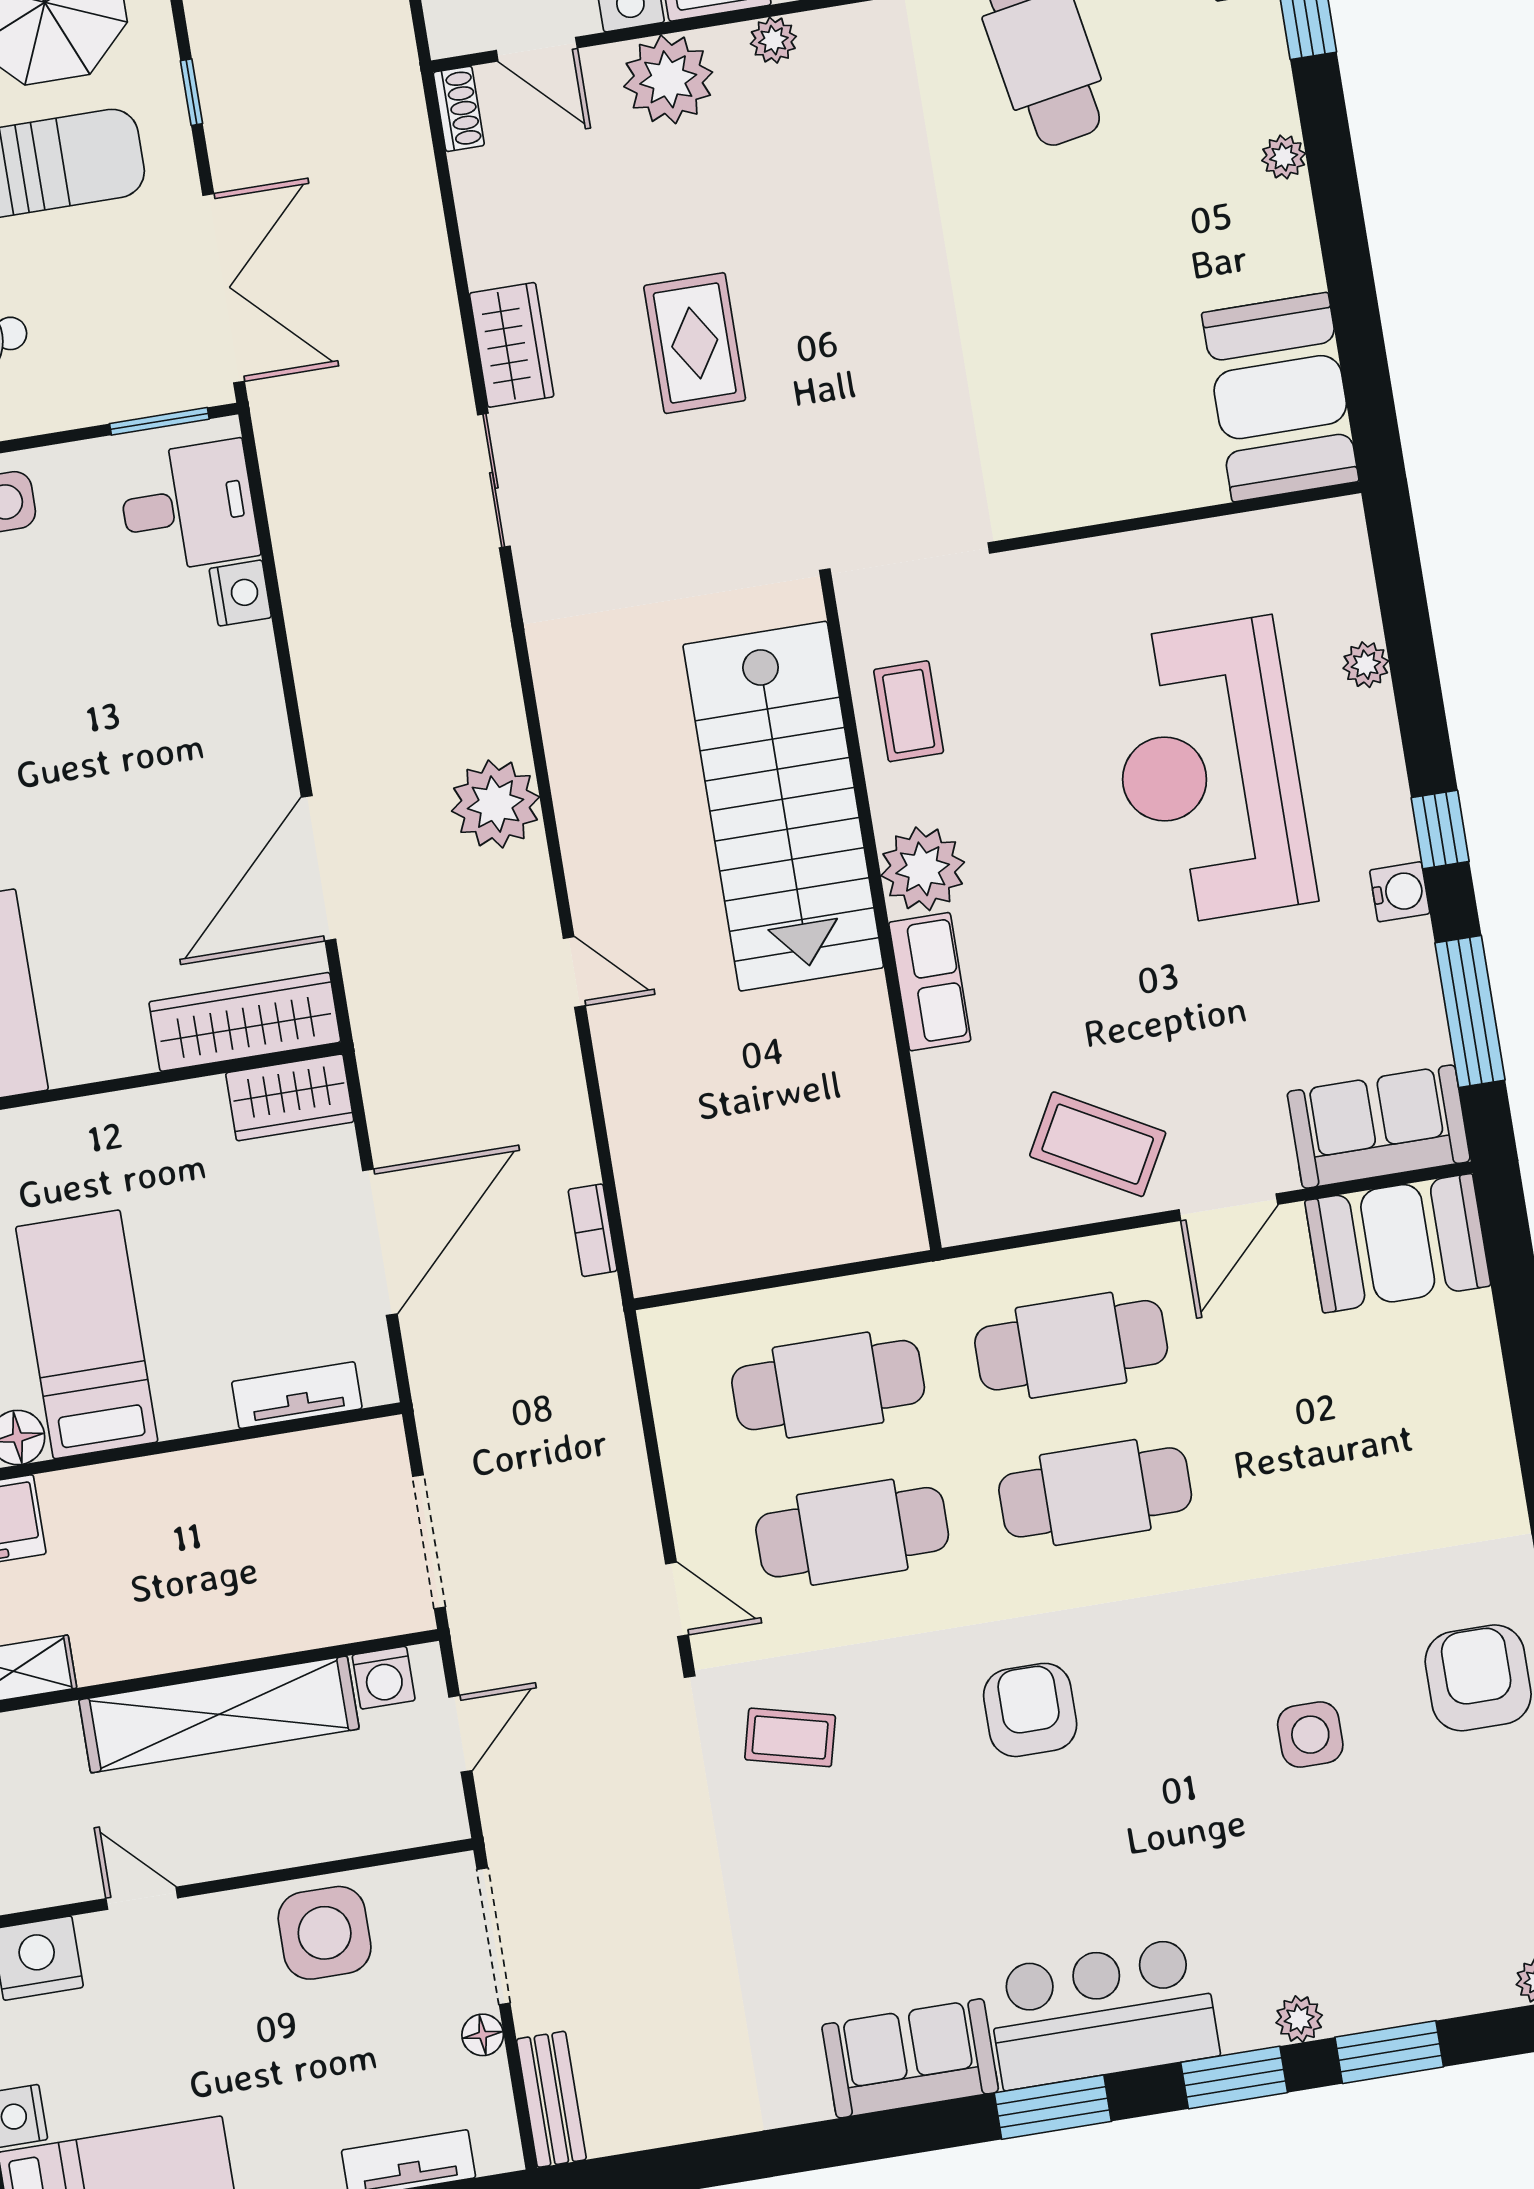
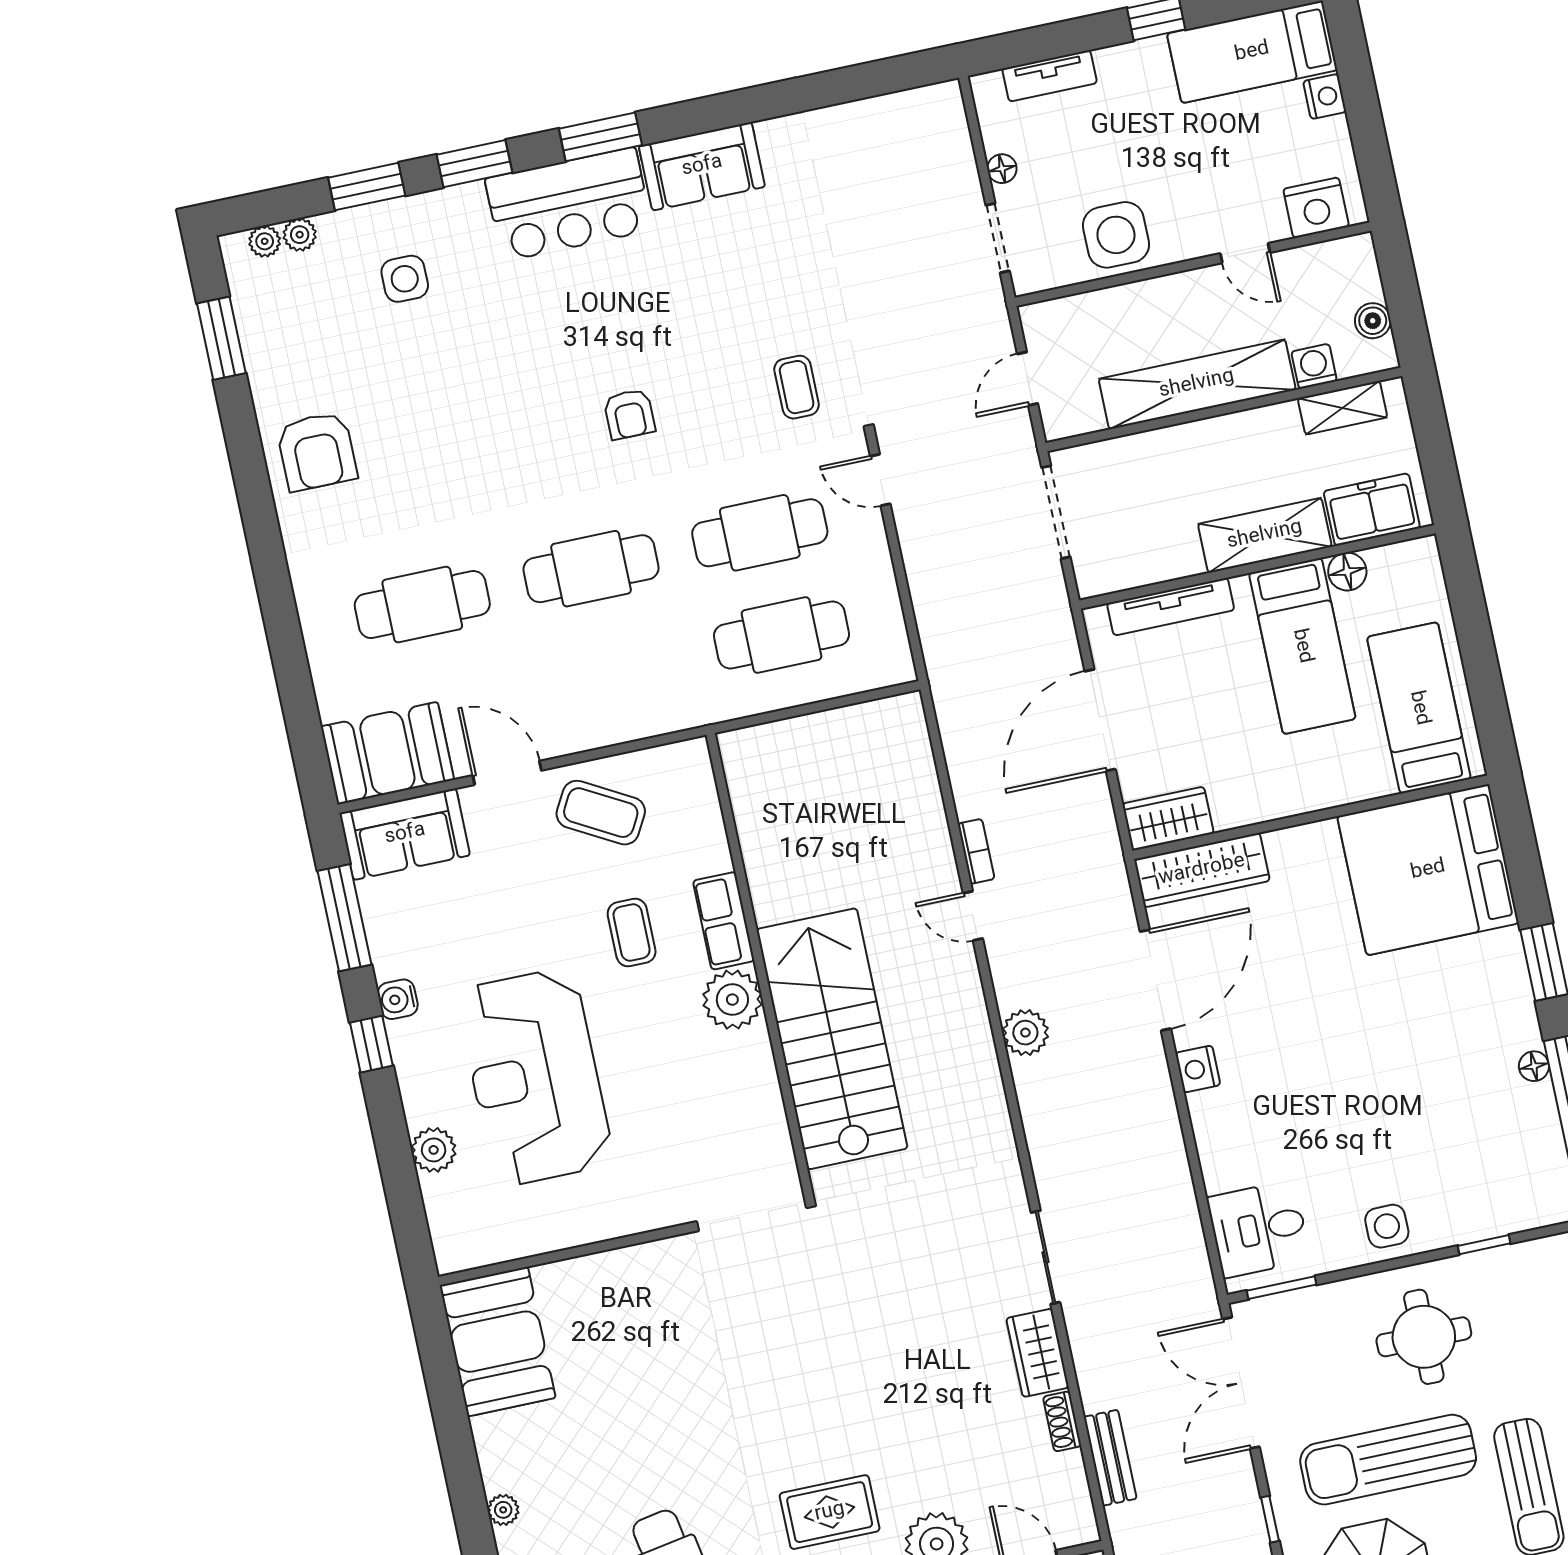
shoe rack: (459, 109) -> (1062, 1421), moved
rug: (695, 343) -> (830, 1512), moved, turned 90
nightstand: (240, 593) -> (1198, 1069), moved
plant: (1366, 665) -> (434, 1150), width x1.38, depth x1.38
coffee table: (909, 711) -> (632, 933), moved
reception desk: (1209, 772) -> (535, 1077), turned 180
plant: (496, 804) -> (1025, 1033), width x0.73, depth x0.73
door: (1228, 1207) -> (507, 773), hinge flipped
bookcase: (593, 1230) -> (976, 851), moved
cafe table: (1071, 1345) -> (422, 605), moved
tv unit: (297, 1395) -> (1171, 607), width x1.41
shelving: (133, 1495) -> (1265, 535), added
washing machine: (384, 1678) -> (1314, 366), moved
armchair: (1030, 1710) -> (629, 414), width x0.72, depth x0.72
side table: (1310, 1735) -> (405, 279), moved
coffee table: (790, 1737) -> (797, 387), turned 76
doorway: (493, 1936) -> (998, 238), width x0.73
plant: (1299, 2019) -> (300, 235), moved
bench: (551, 2099) -> (1110, 1458), moved

